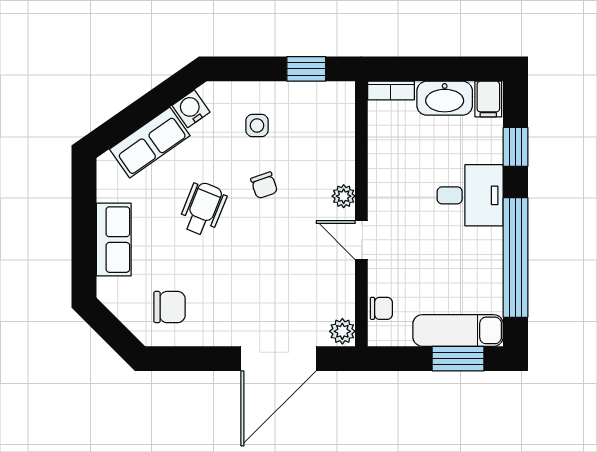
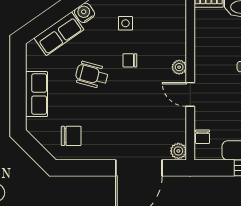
chair: (264, 185) -> (130, 60), turned 109
wheelchair: (203, 209) -> (92, 75), turned -97
chair: (381, 308) -> (203, 137), turned 90

